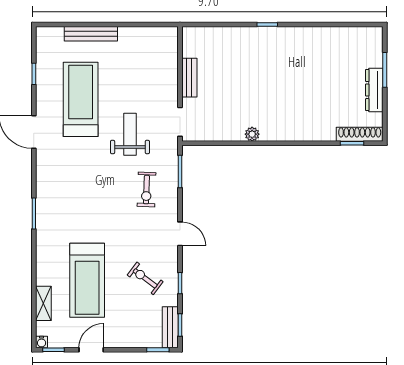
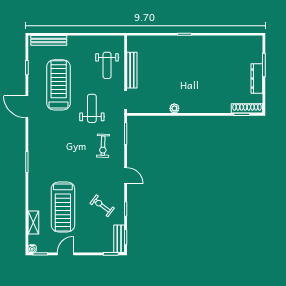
bench: (91, 34) -> (49, 40), moved
weight bench: (152, 70) -> (107, 65), added
bench: (189, 78) -> (132, 70), width x1.36

